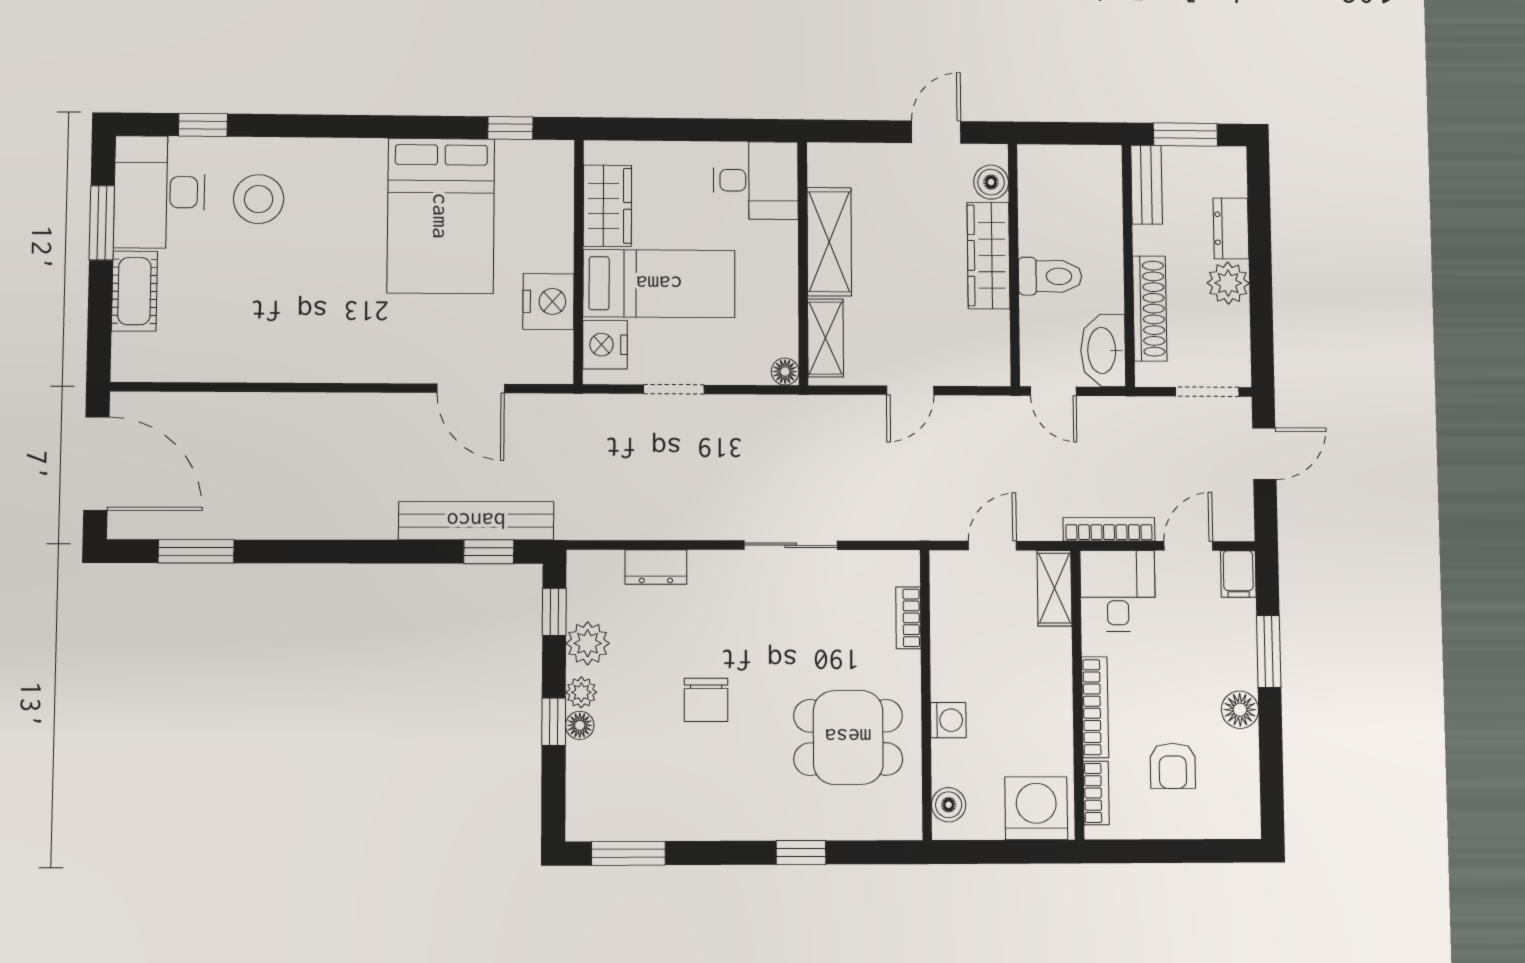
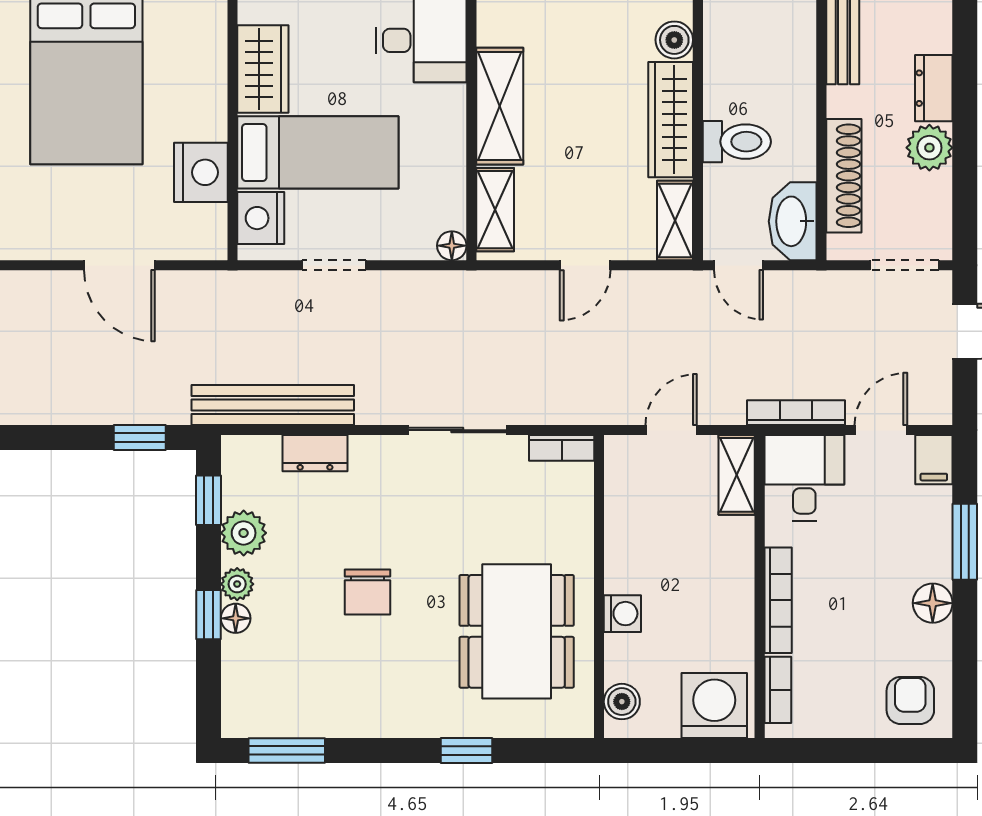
shelving: (994, 349) -> (675, 220), added
bench: (476, 521) -> (273, 405), moved
bookcase: (908, 618) -> (562, 448), moved, turned -90
dining table: (848, 737) -> (517, 631), width x1.38
armchair: (1173, 766) -> (910, 700), moved, turned 180

